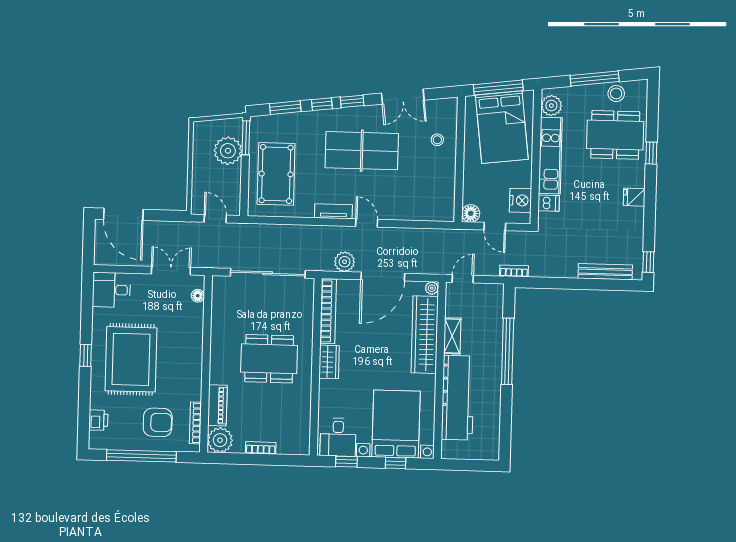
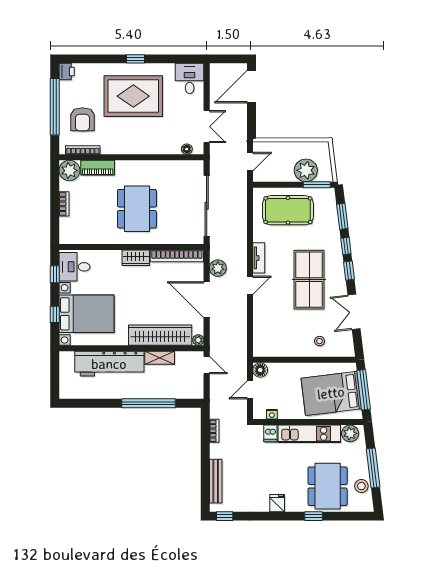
nightstand: (520, 200) -> (272, 414), width x0.53, depth x0.56
bookcase: (514, 271) -> (214, 431), moved
printer: (98, 420) -> (67, 72), moved, turned -90

